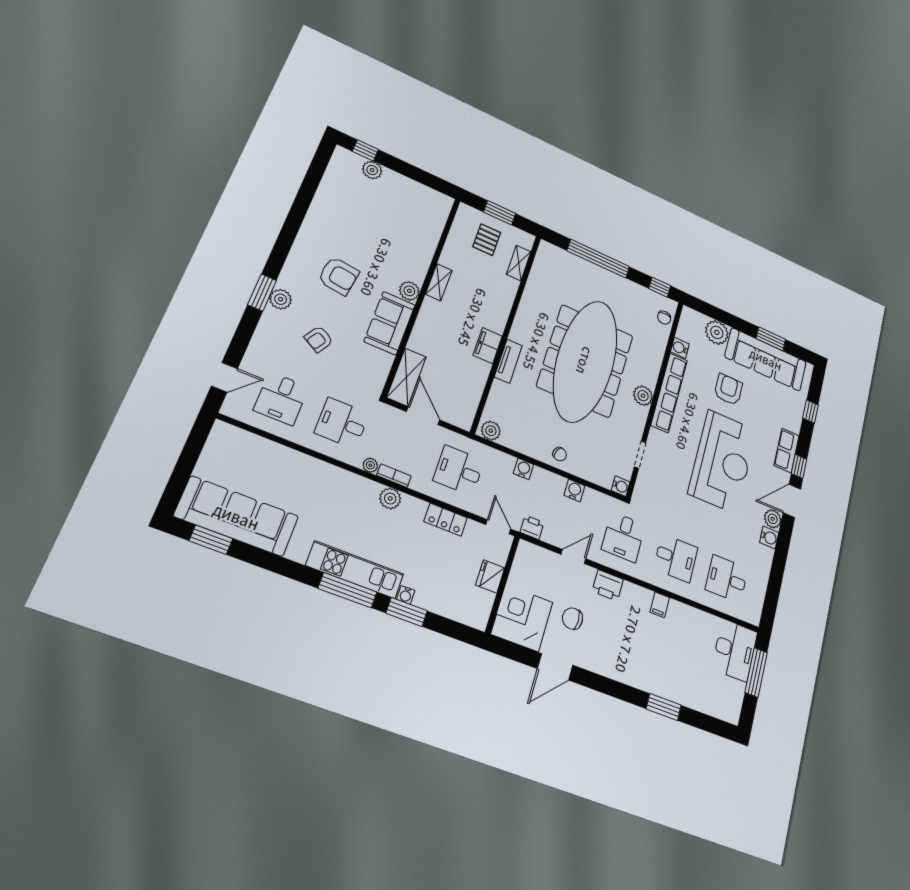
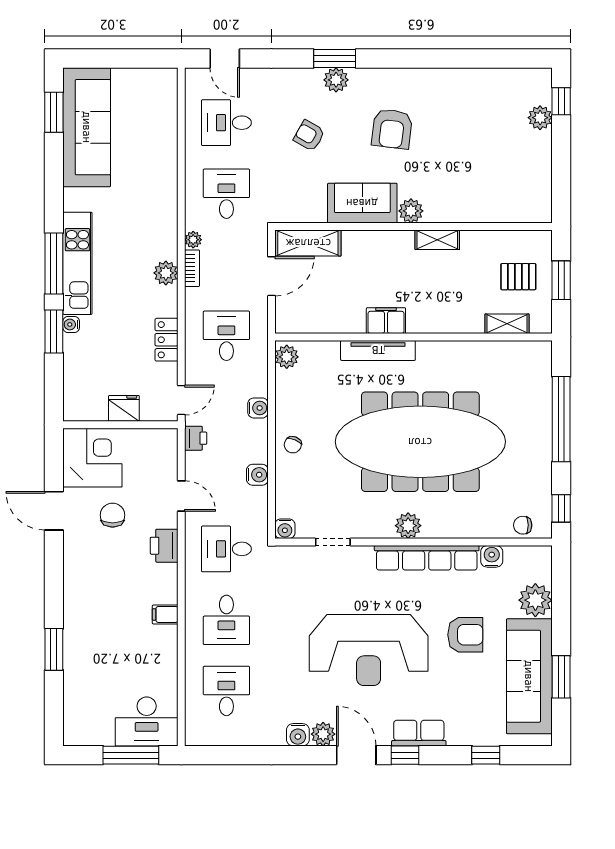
tv unit: (508, 361) -> (378, 350), width x1.41

